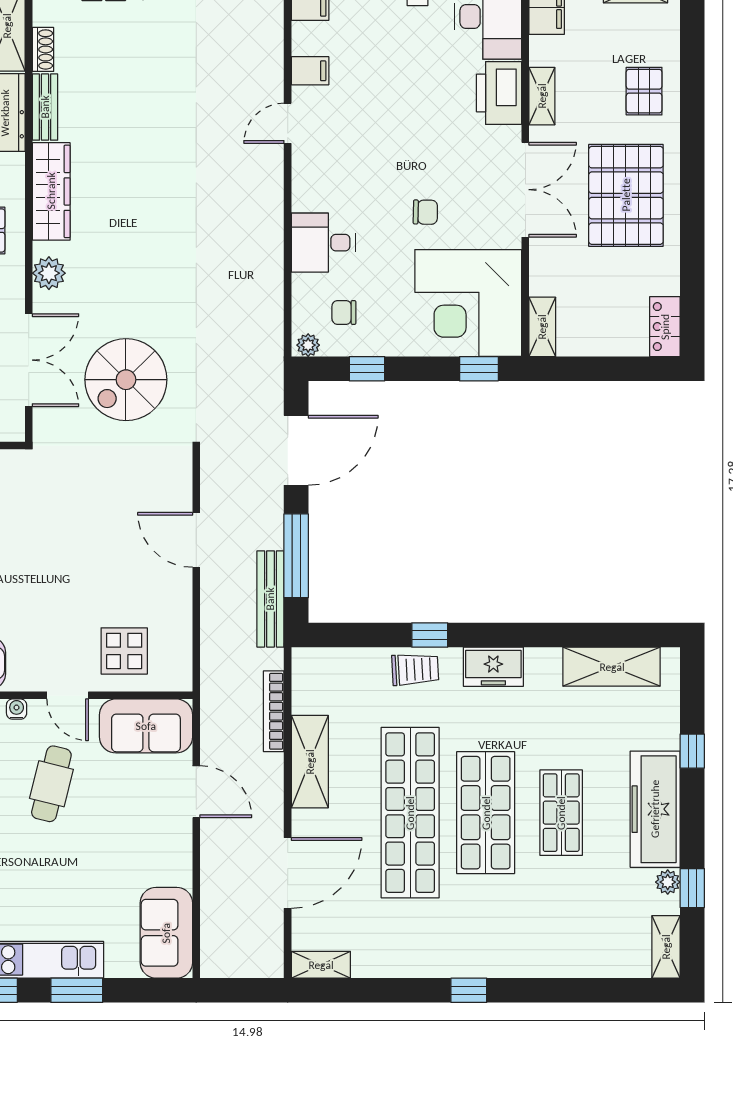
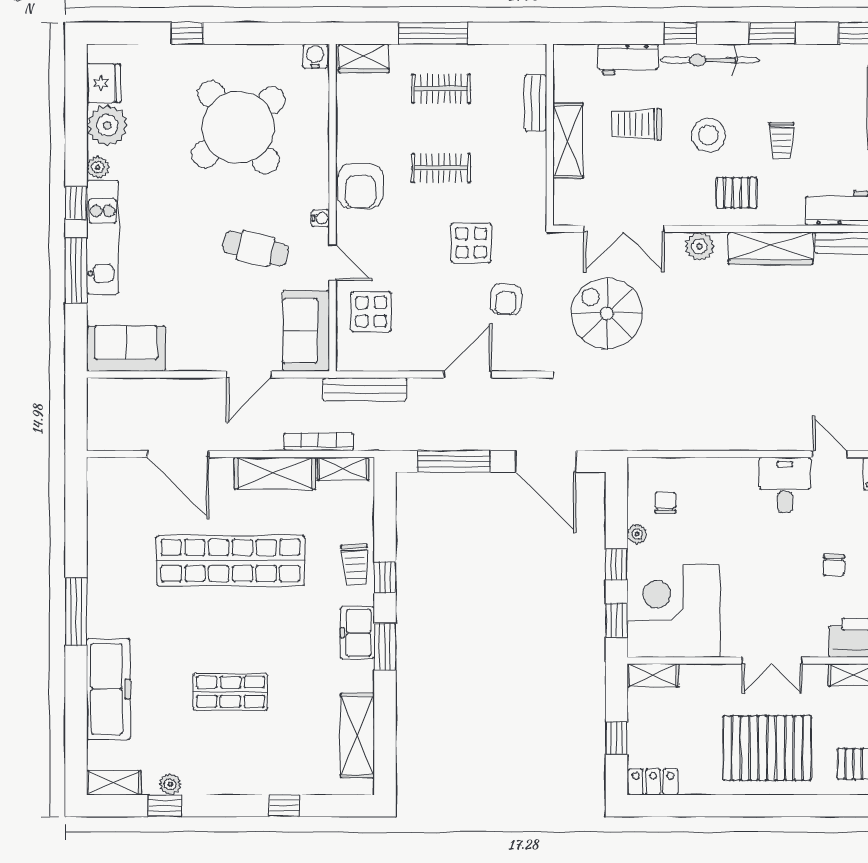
double door: (525, 190) -> (772, 661), width x0.73
chair: (425, 212) -> (834, 565), moved
desk: (323, 243) -> (785, 485), moved
plant: (308, 345) -> (637, 534), moved
window: (367, 369) -> (616, 565), moved
window: (614, 369) -> (616, 738), added
armchair: (110, 496) -> (506, 299), added
display table: (45, 536) -> (471, 243), added
bench: (270, 599) -> (365, 389), moved
window: (509, 635) -> (385, 647), added
door: (68, 695) -> (332, 263), swing flipped
freezer: (655, 809) -> (108, 689), moved, turned 90
shop shelf: (486, 813) -> (231, 626), removed
shelving: (321, 965) -> (343, 469), moved, turned 90
window: (77, 990) -> (76, 271), width x1.44
window: (469, 990) -> (76, 611), width x2.17

